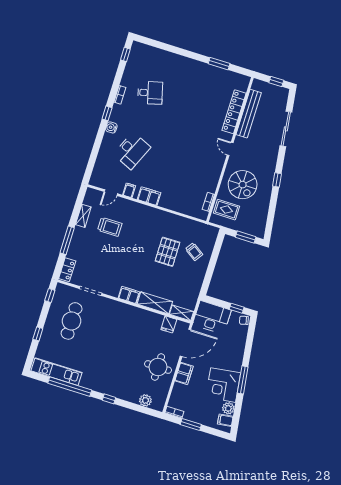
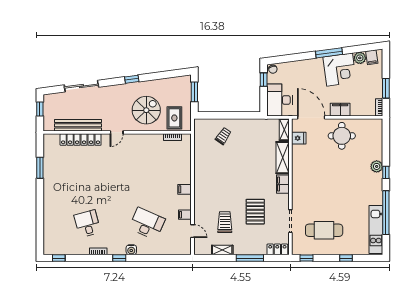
filing cabinet: (149, 196) -> (184, 189), width x0.50
pallet: (167, 252) -> (255, 212), moved, turned 90
plant: (145, 400) -> (377, 166), moved

